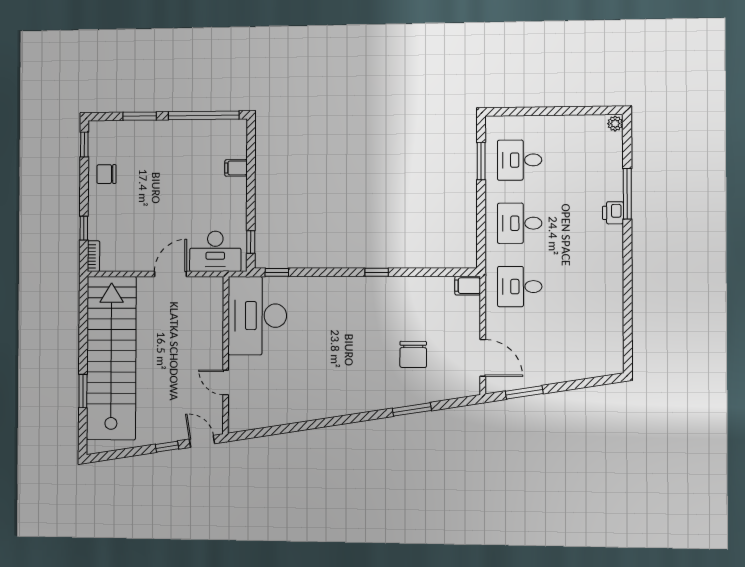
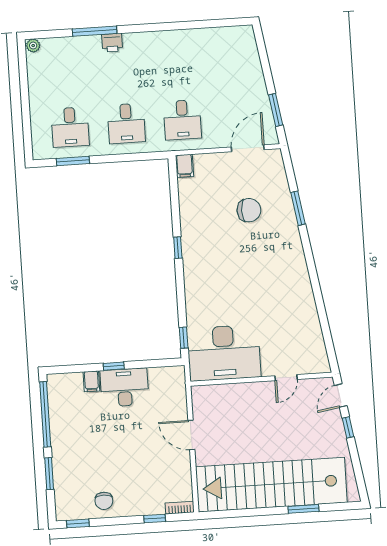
window: (251, 242) -> (114, 366), moved
desk: (215, 251) -> (124, 387), moved, turned -90

